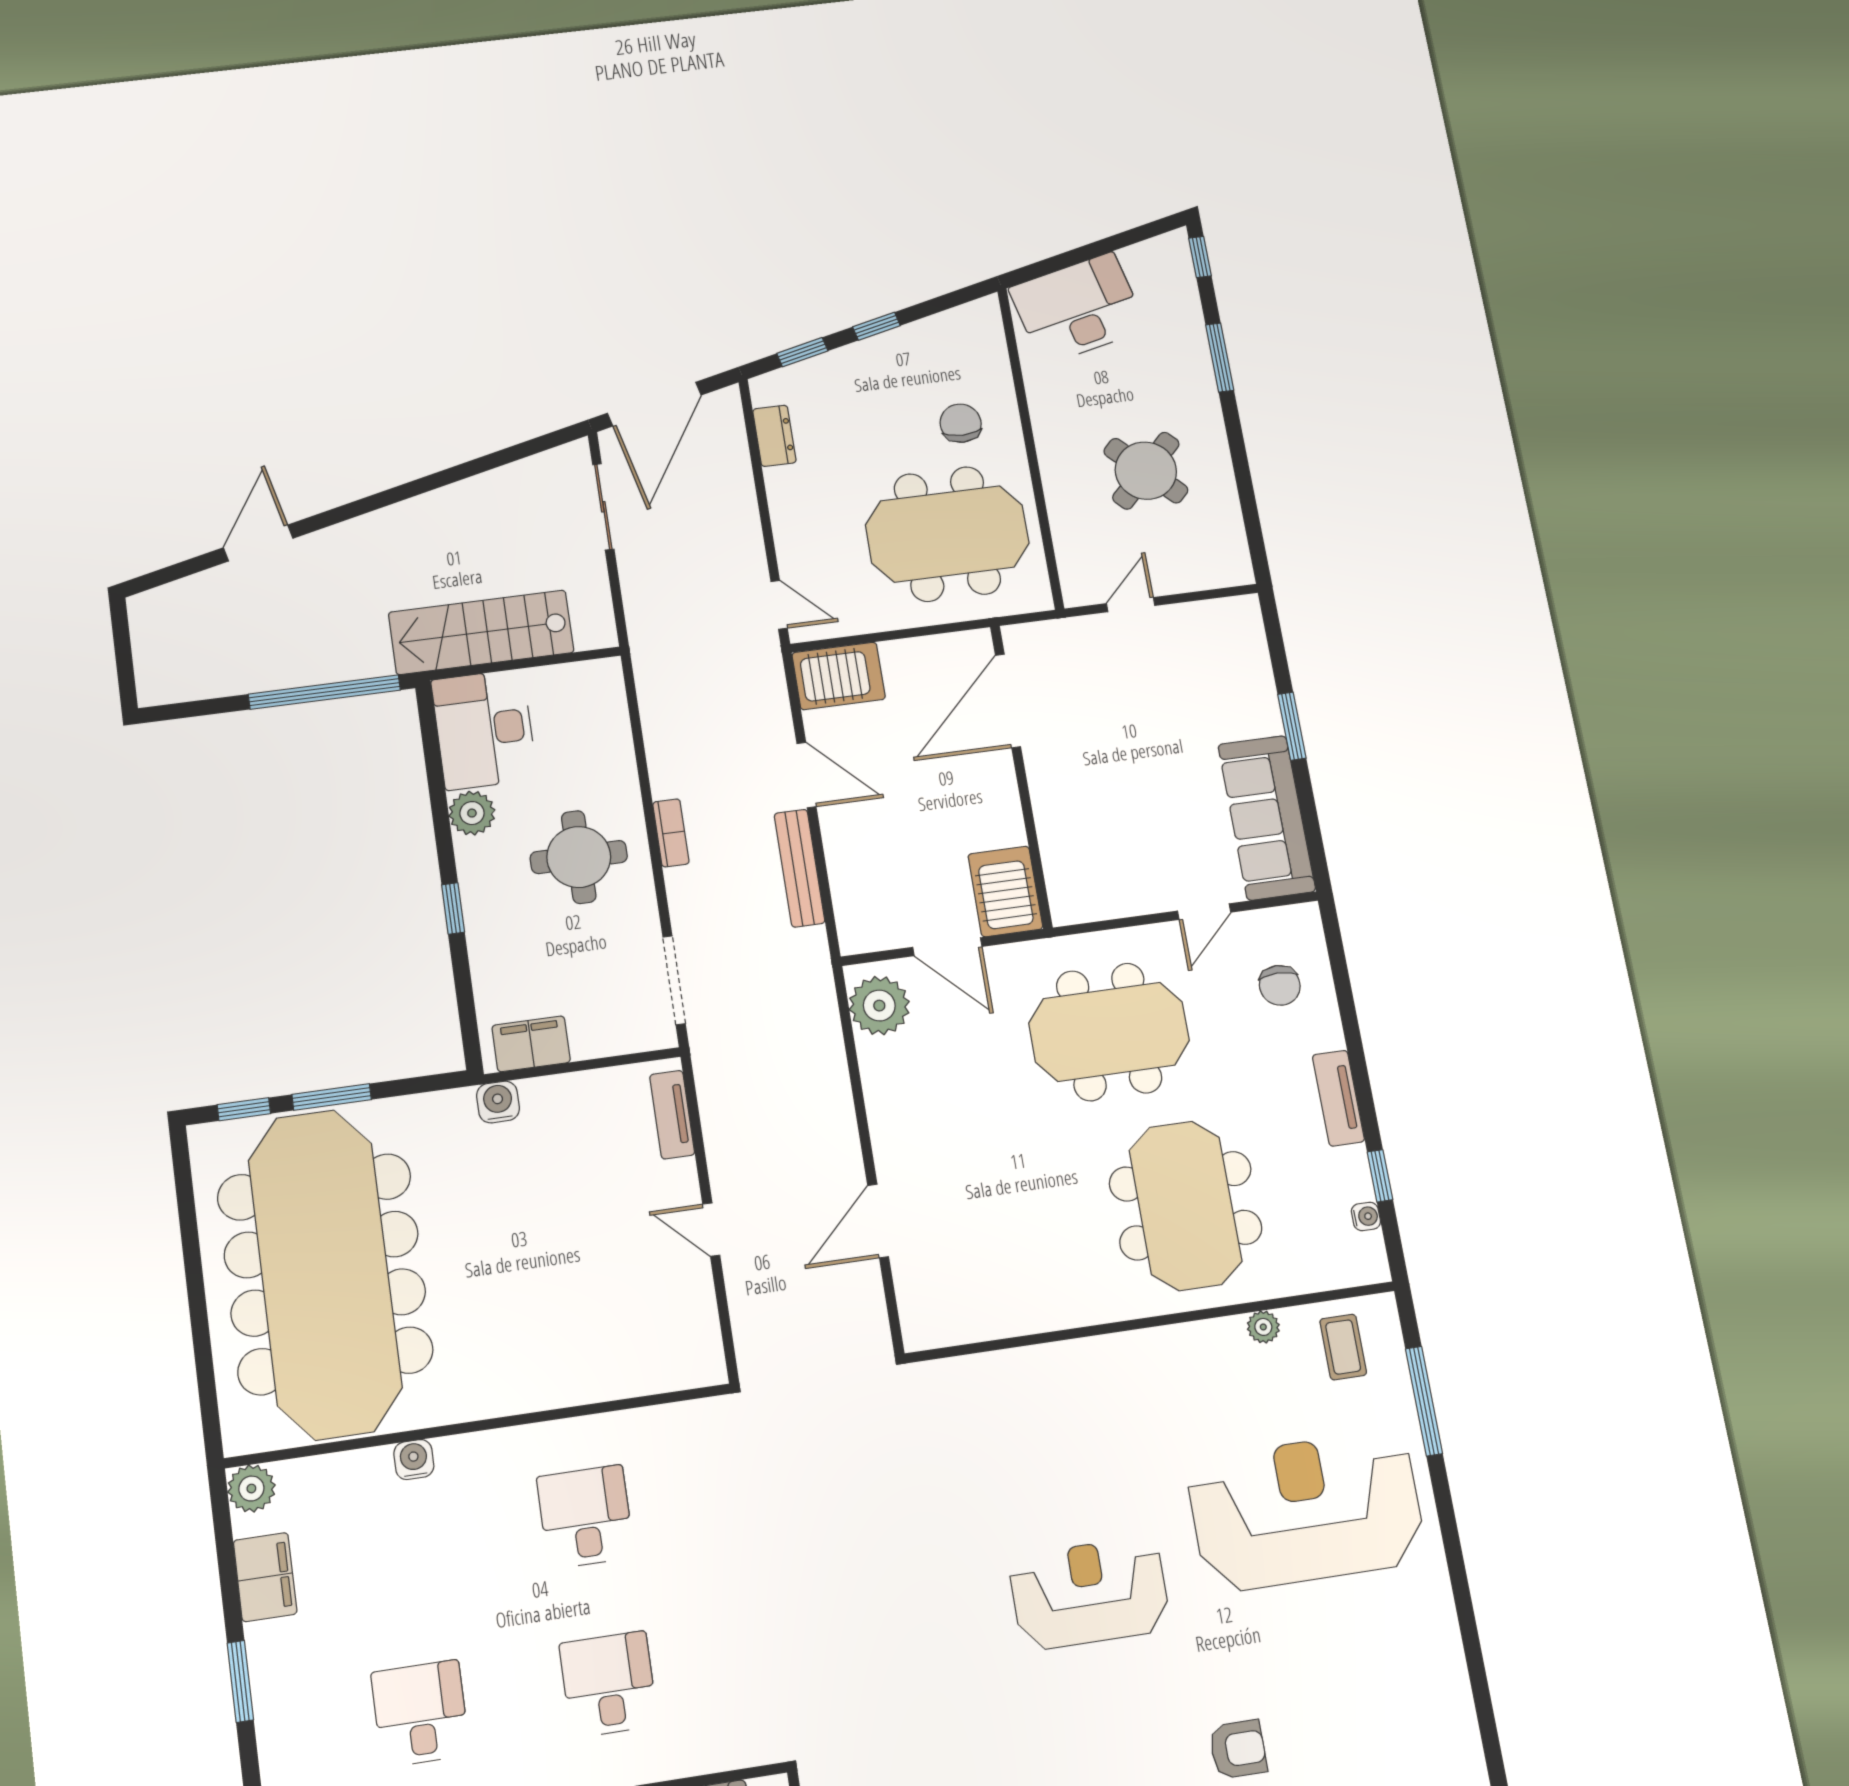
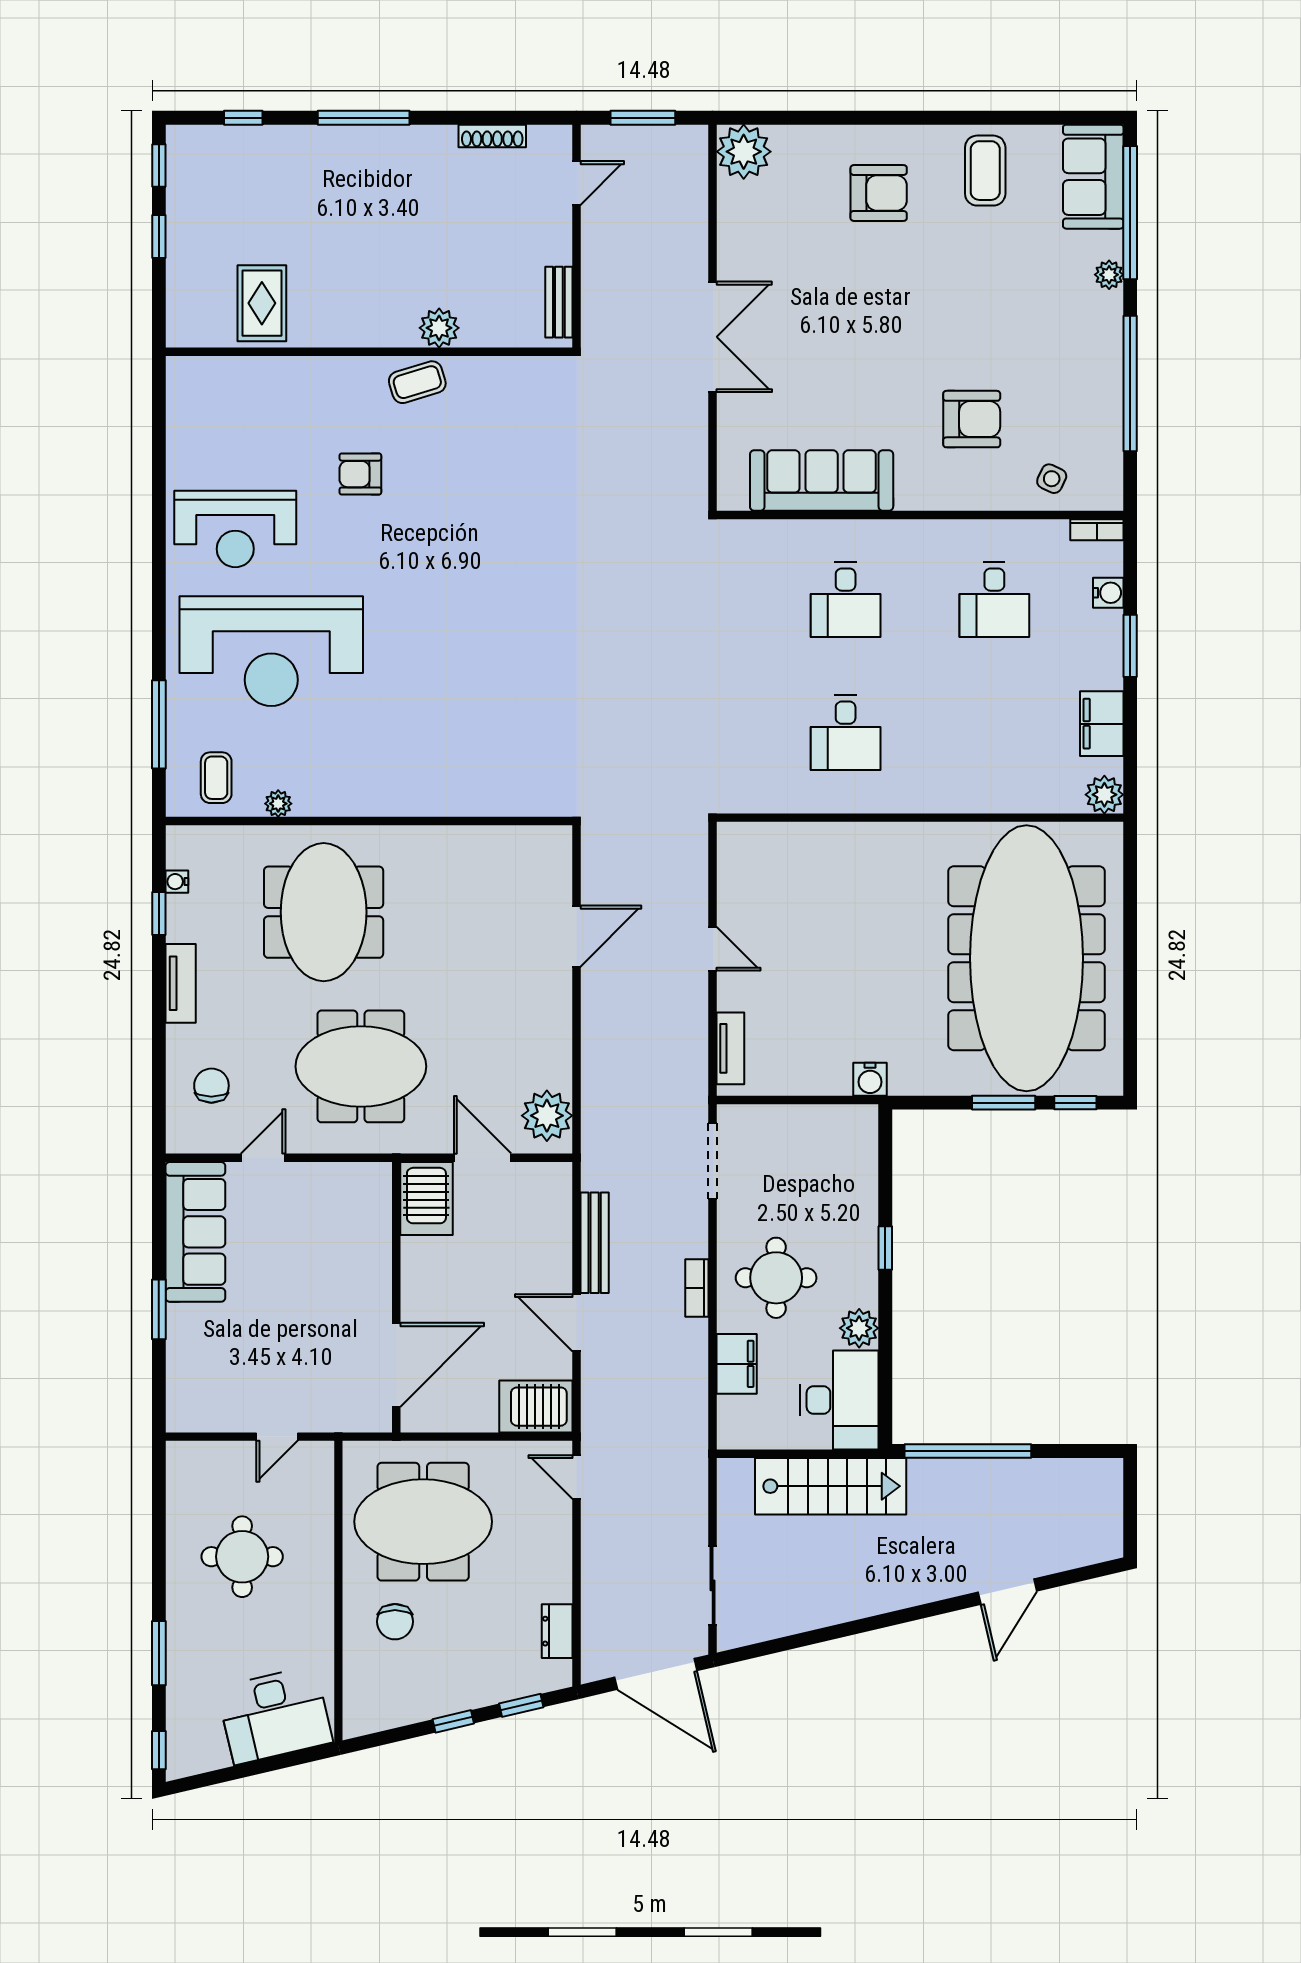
door: (654, 404) -> (656, 1674), swing flipped
round table: (1146, 471) -> (242, 1557), turned 45
filing cabinet: (531, 1044) -> (737, 1364), moved, turned -90
water cooler: (414, 1460) -> (1108, 593), moved, turned -90
reception desk: (1090, 1593) -> (235, 529), moved

